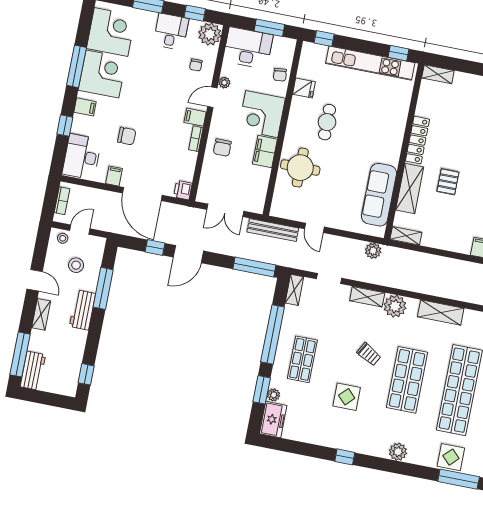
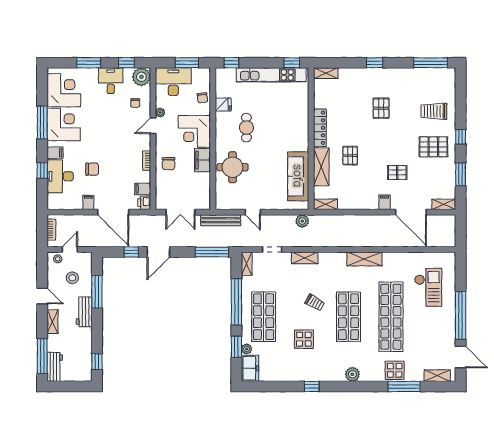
filing cabinet: (195, 117) -> (143, 189), moved
desk: (82, 157) -> (60, 176), moved
plant: (395, 306) -> (328, 261), removed
shop shelf: (302, 359) -> (264, 317), width x1.43, depth x1.36

